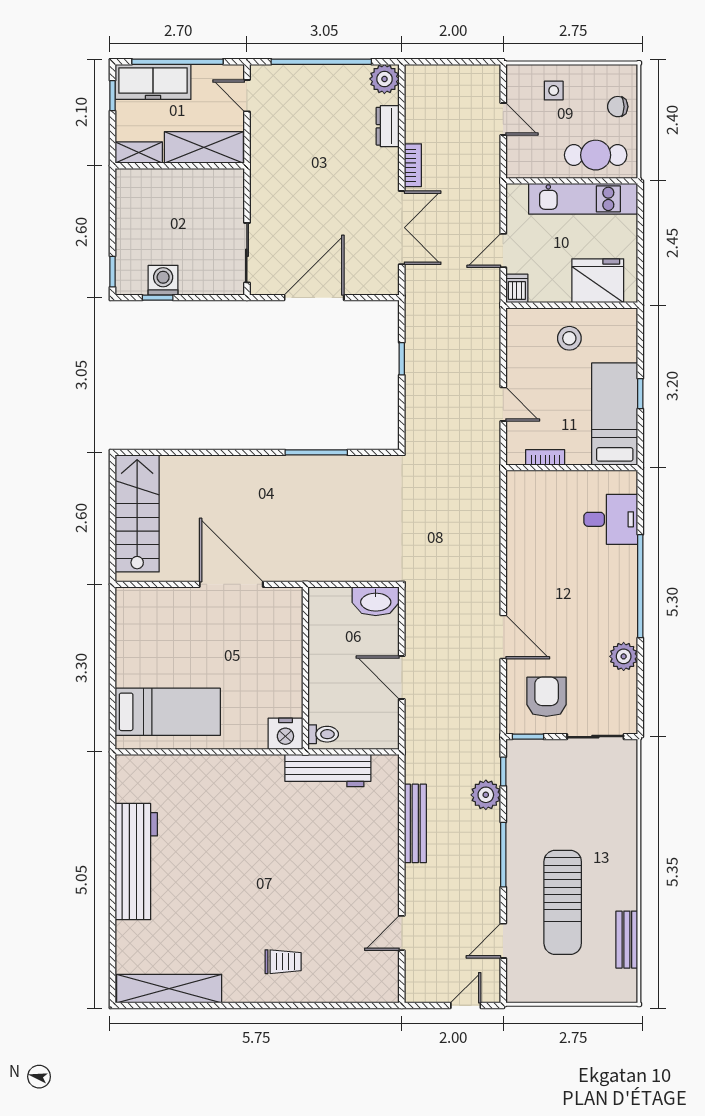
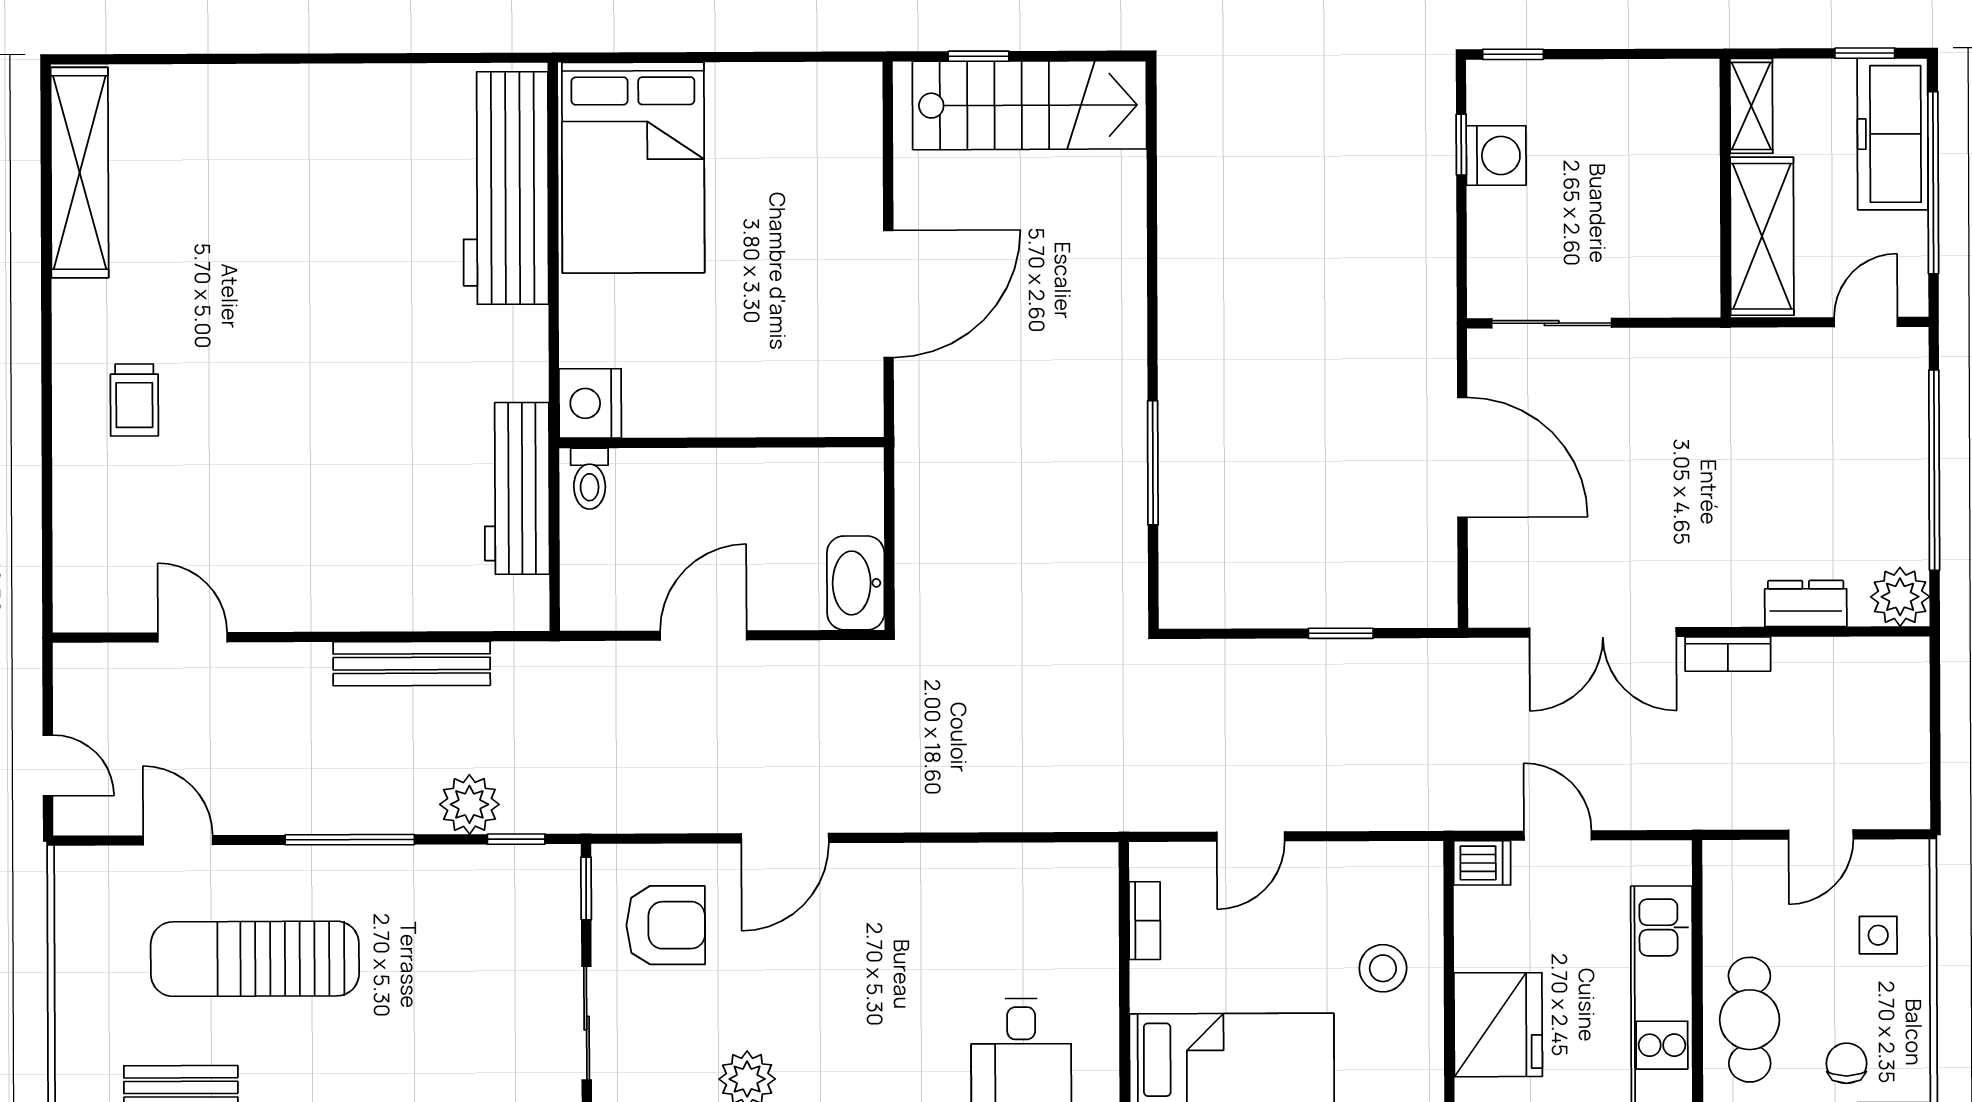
window: (113, 539) -> (979, 56), added
bed: (168, 712) -> (633, 168), width x1.50
workbench: (136, 862) -> (506, 188), moved, turned 90

